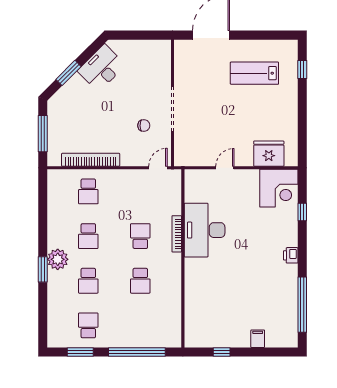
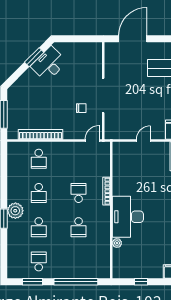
window: (69, 73) -> (34, 57), moved
desk: (205, 230) -> (128, 217), moved
plant: (190, 301) -> (117, 243), added

